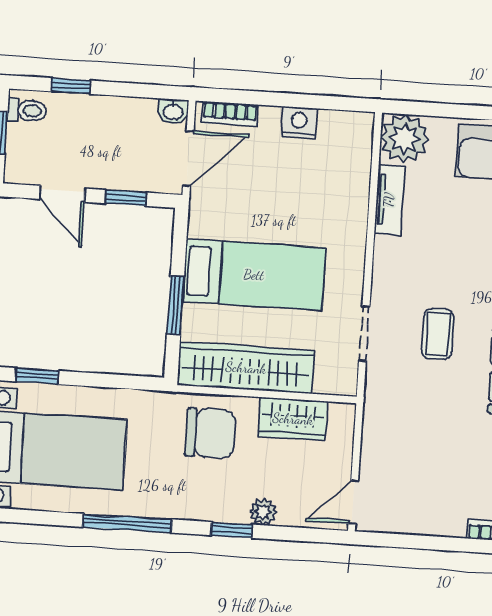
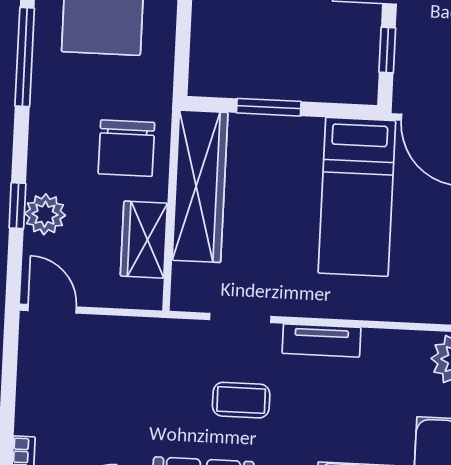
tv unit: (389, 200) -> (321, 340), moved
bed: (254, 275) -> (357, 197), moved
plant: (263, 512) -> (45, 214), width x1.38, depth x1.38
window: (232, 530) -> (17, 206), moved

